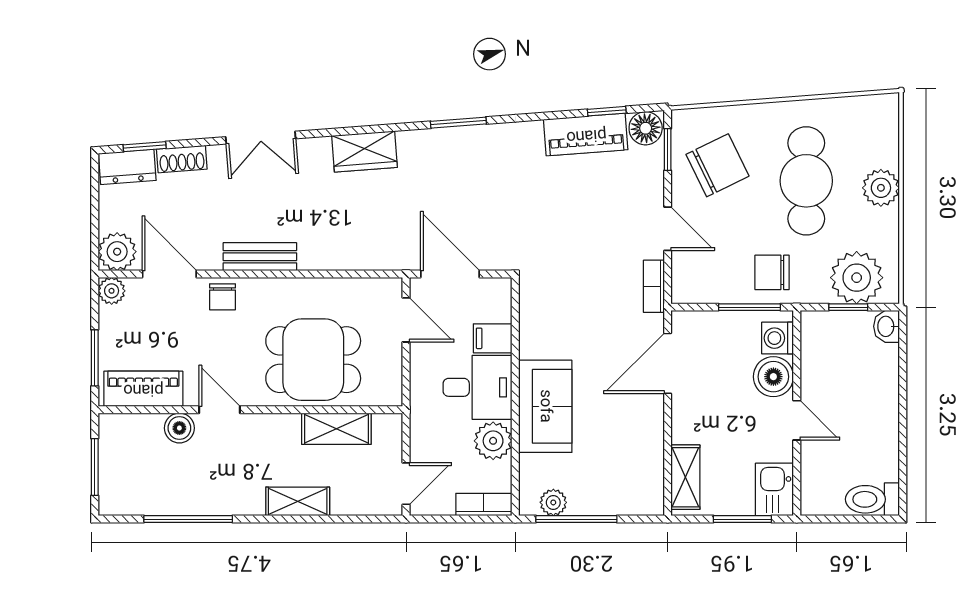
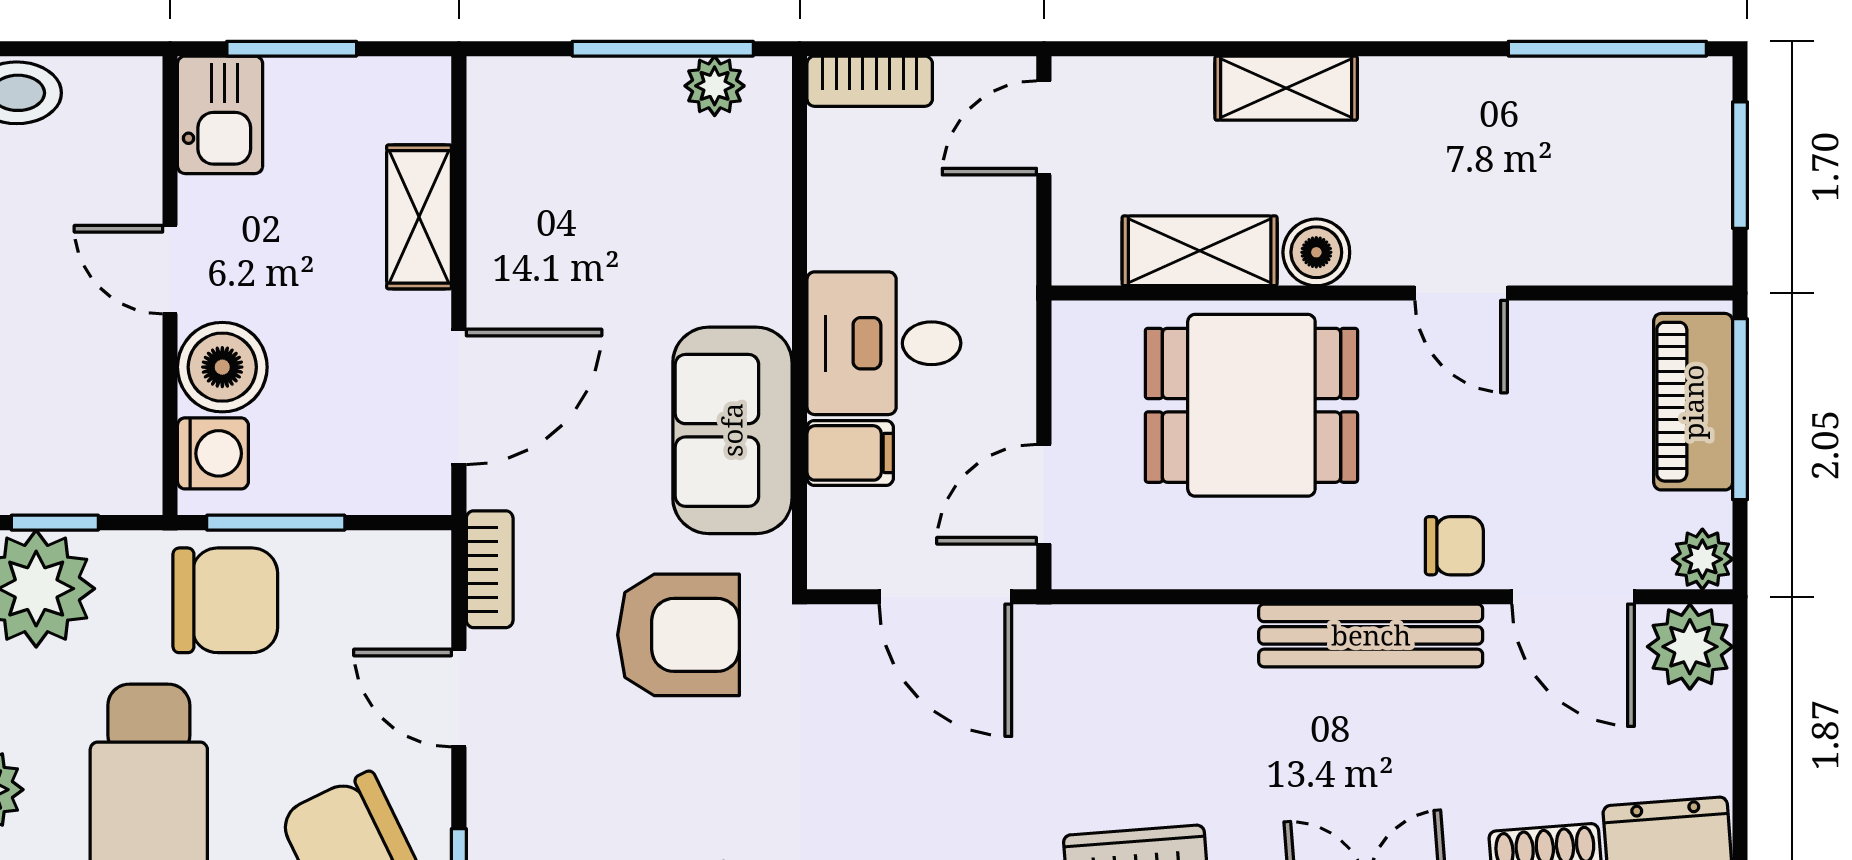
bench: (260, 257) -> (1371, 635), width x1.36
armchair: (569, 257) -> (678, 635), added
chair: (772, 272) -> (225, 600), width x1.37, depth x1.37
chair: (222, 297) -> (1454, 546), turned 90
door: (406, 320) -> (1044, 494), hinge flipped
window: (95, 358) -> (1740, 409), width x1.44
piano: (143, 389) -> (1693, 402), moved, turned 90
sofa: (545, 406) -> (732, 430), moved
boiler: (179, 428) -> (1316, 252), moved
plant: (493, 441) -> (849, 224), removed
shelving: (685, 477) -> (419, 217), moved
window: (188, 519) -> (1607, 49), moved

